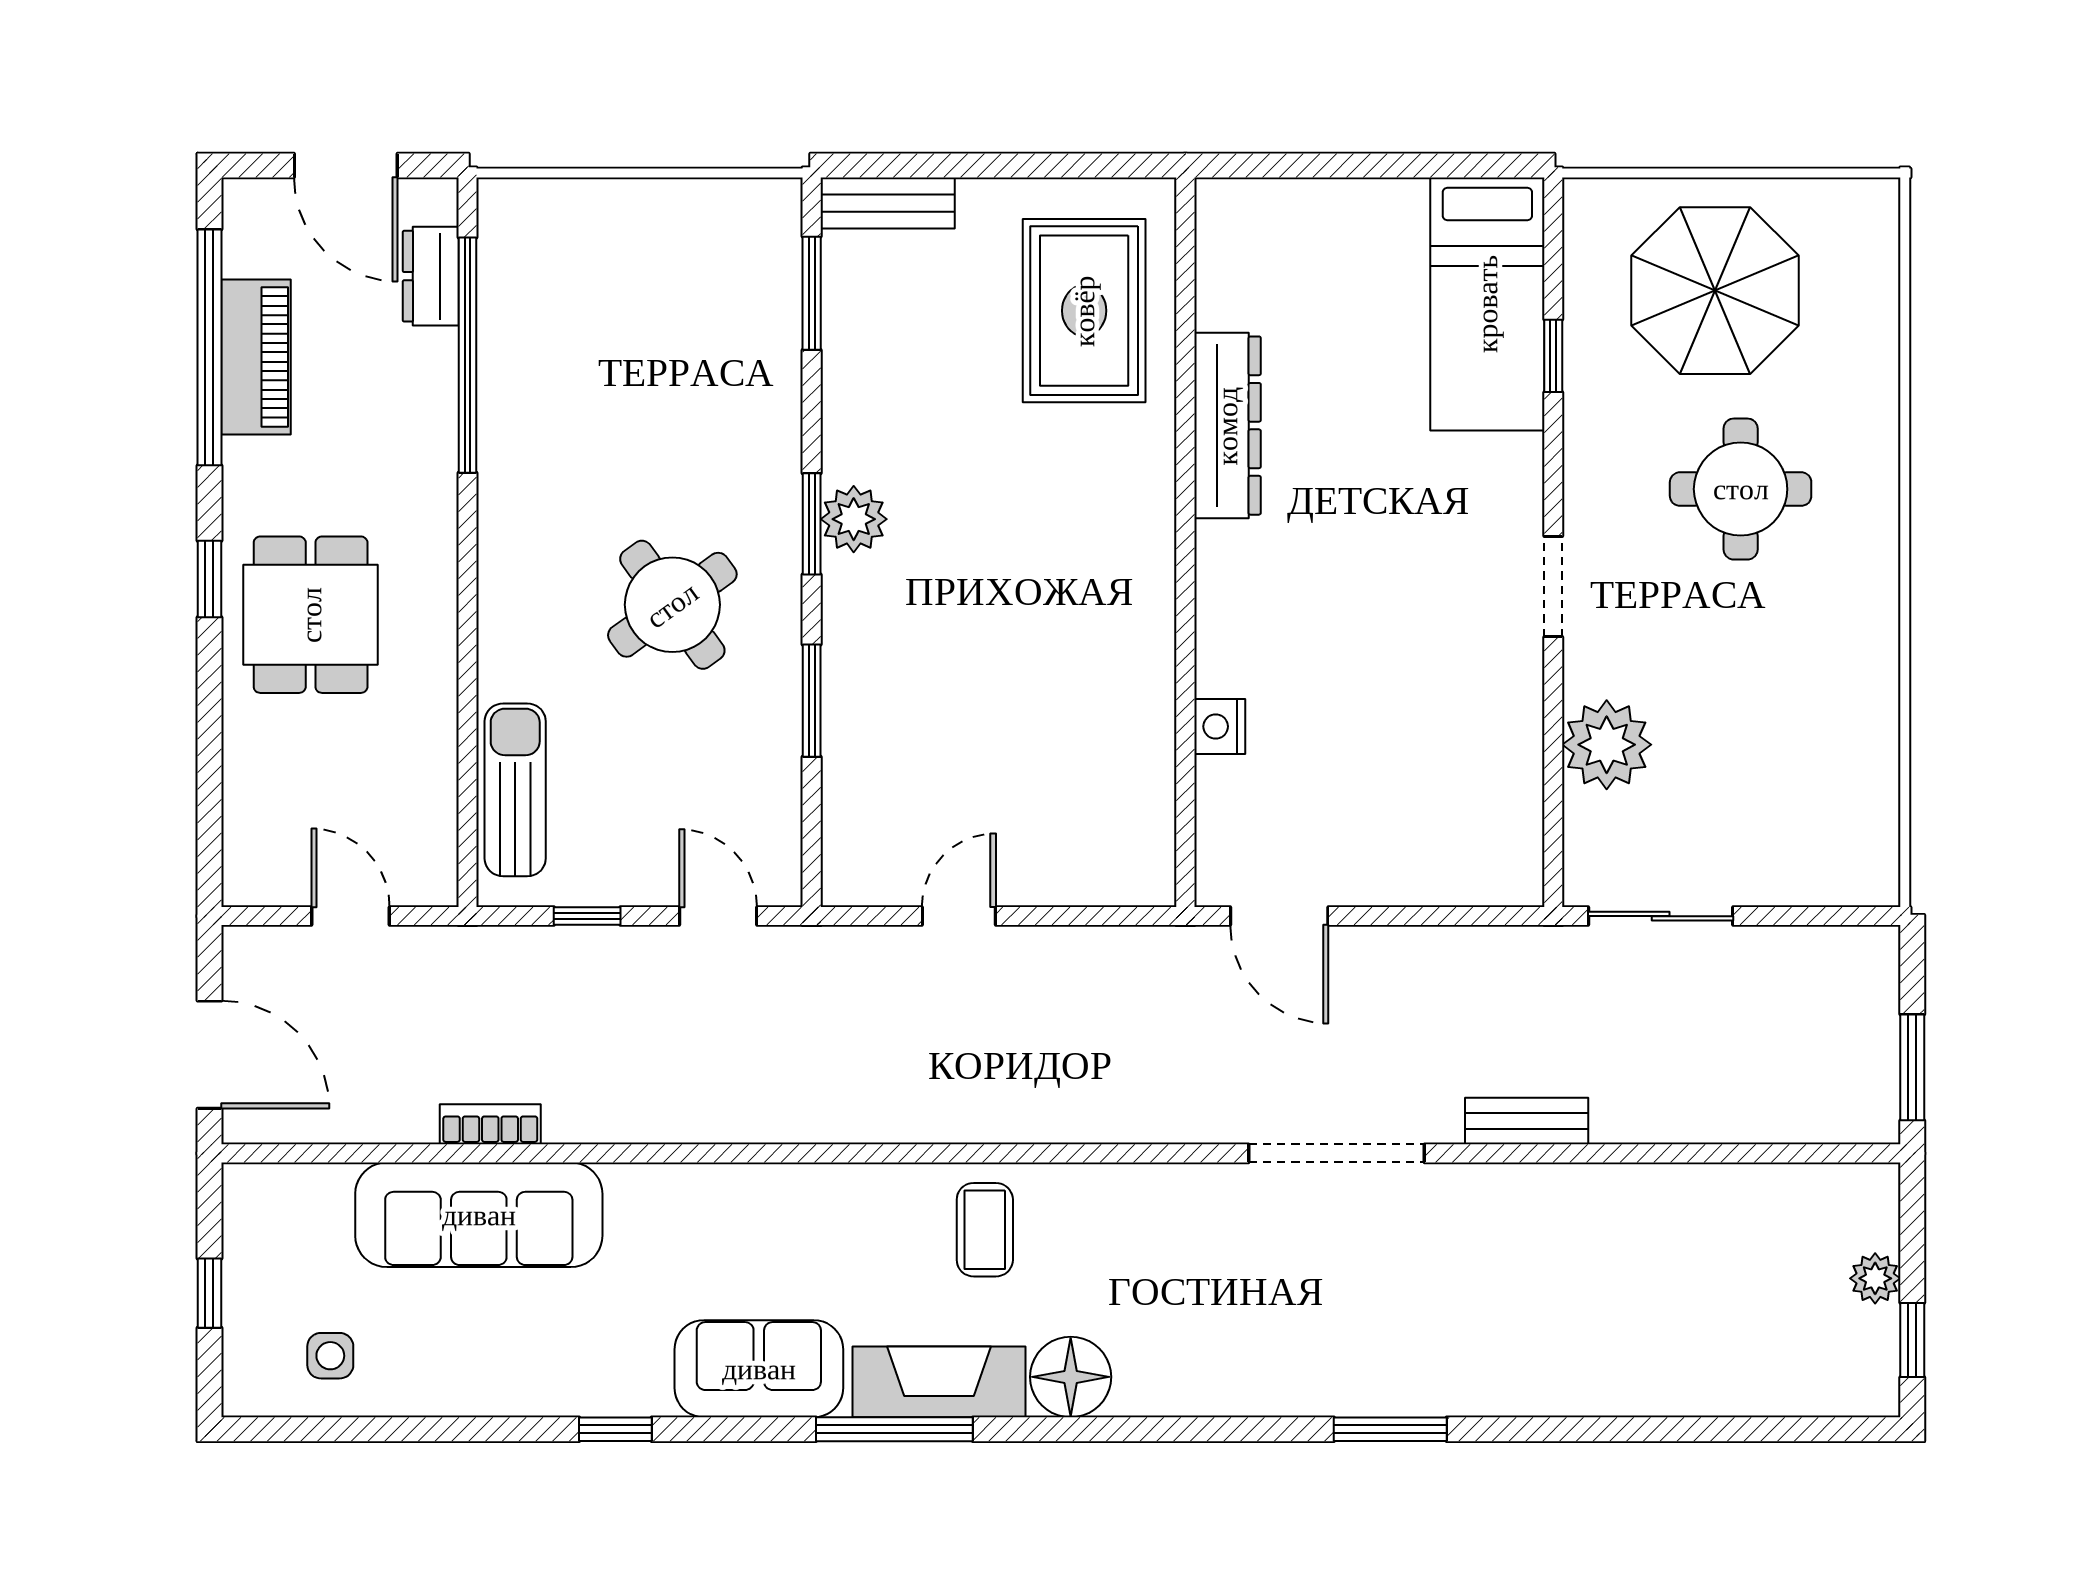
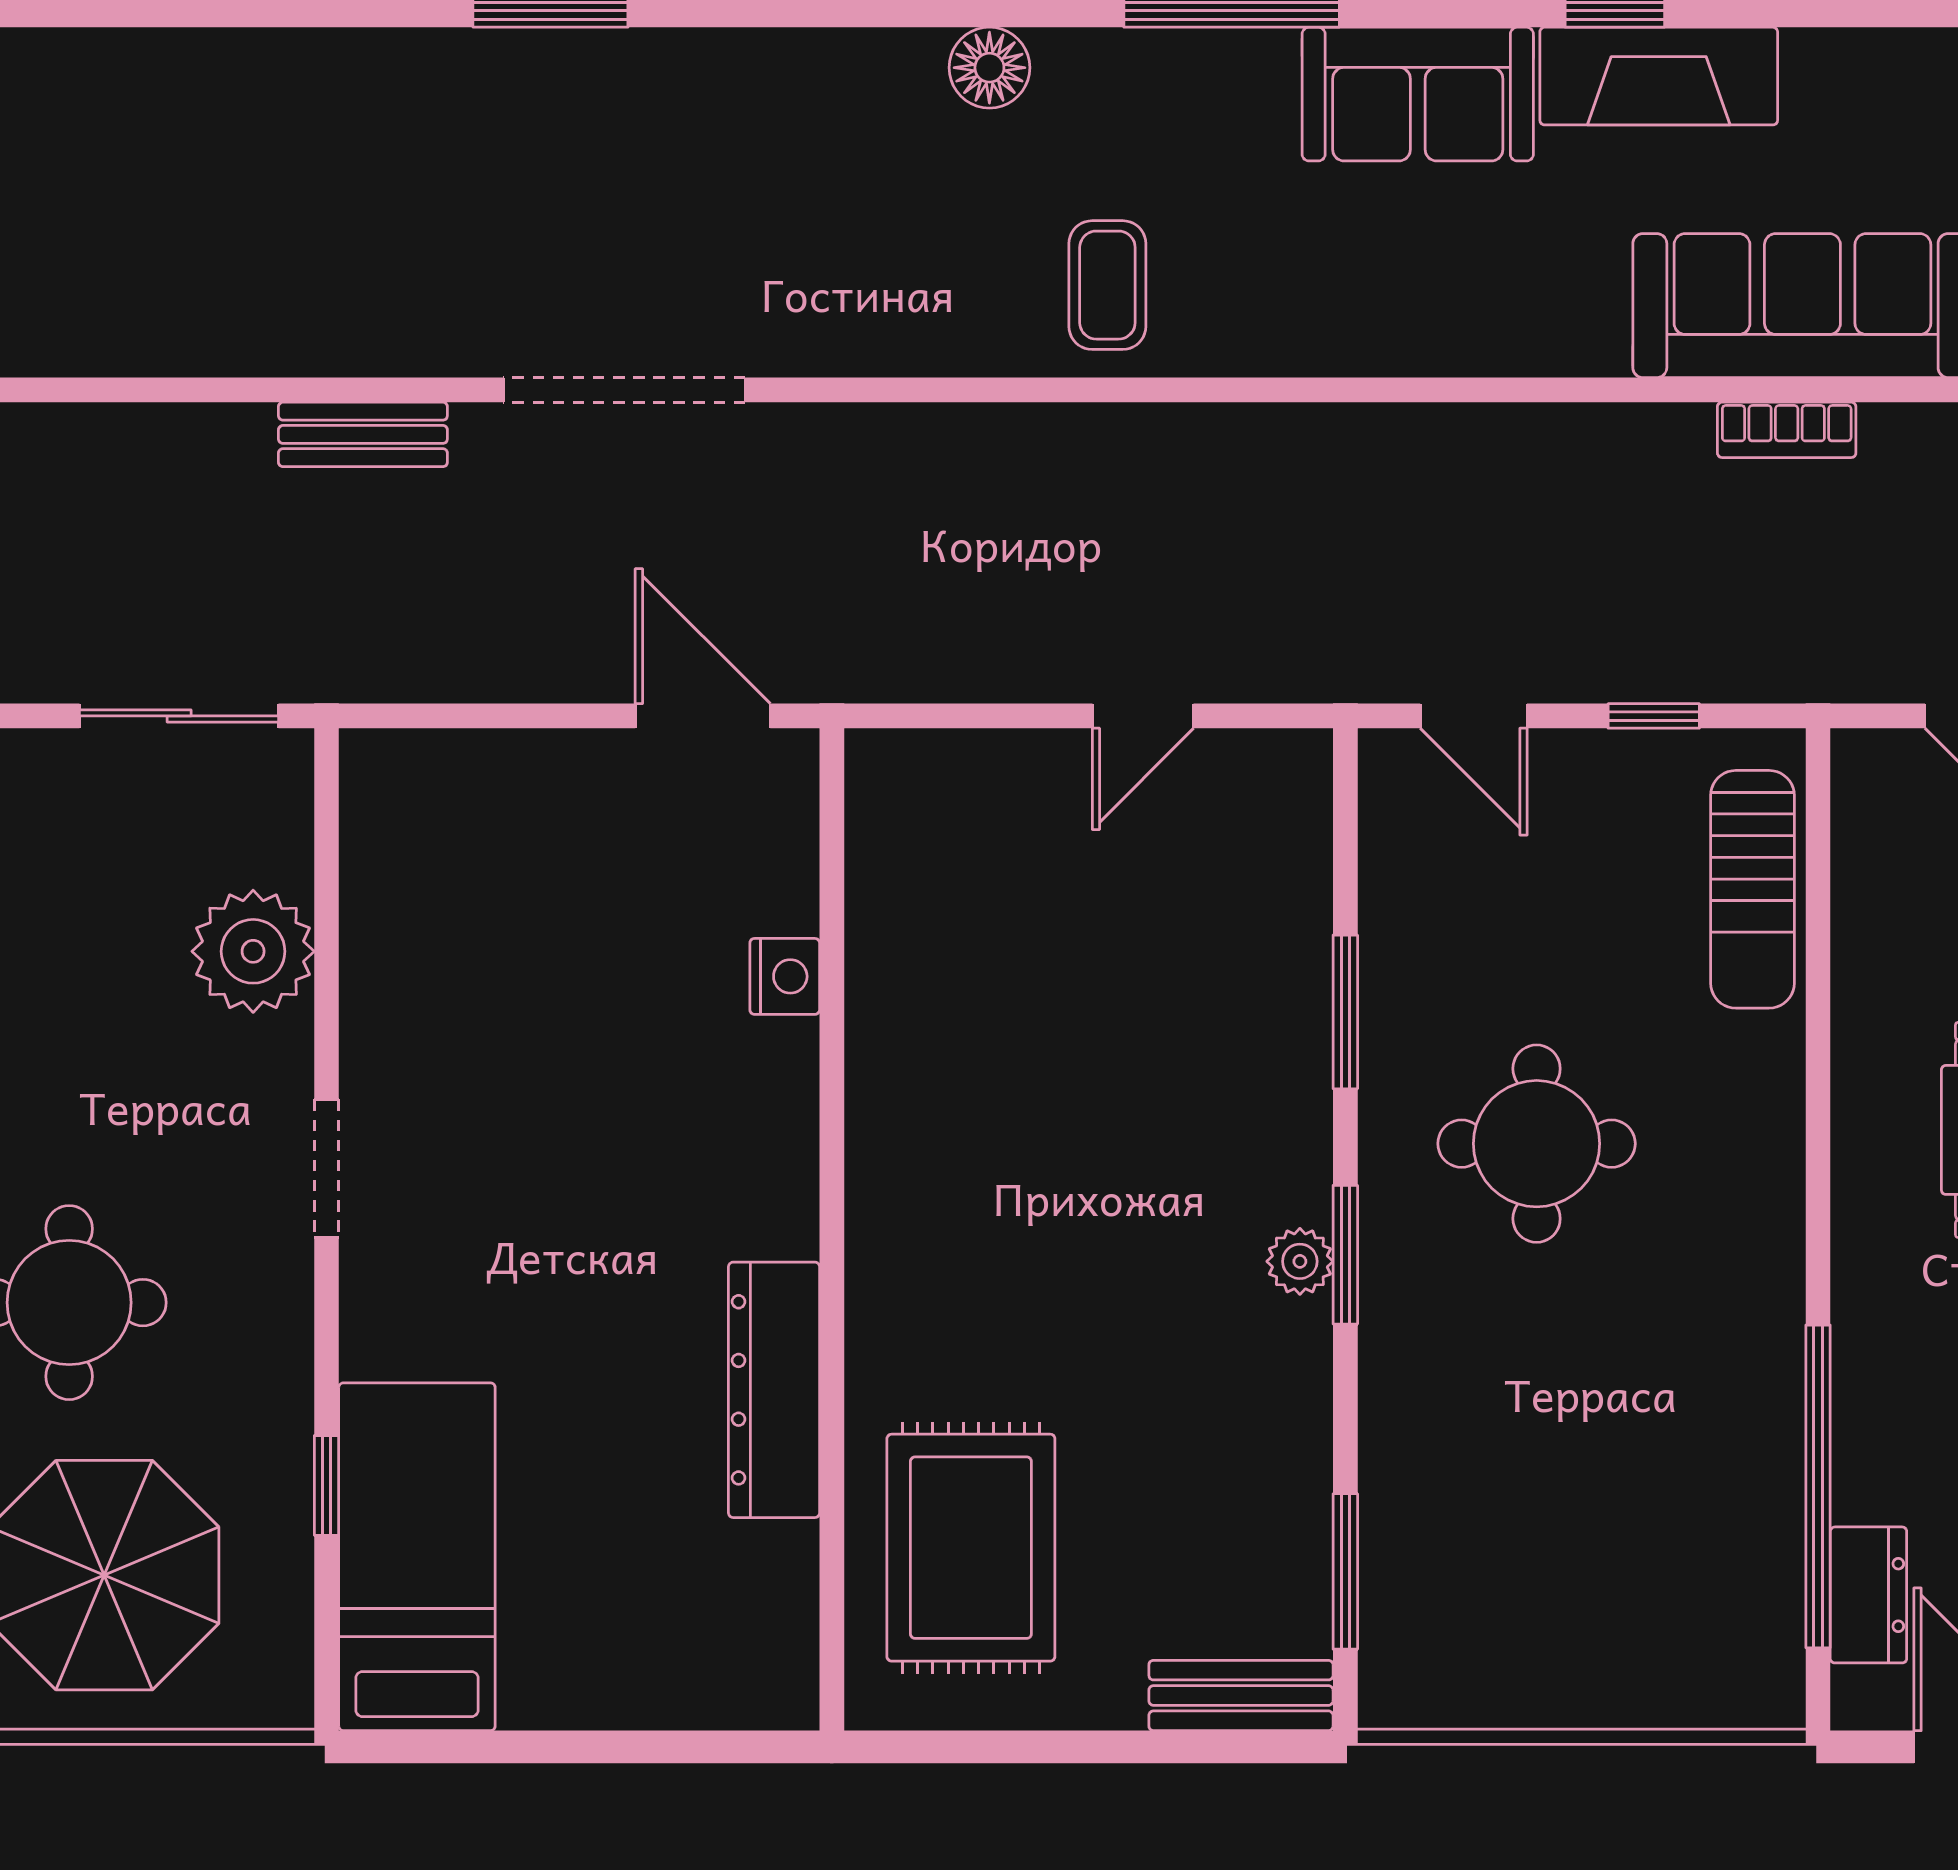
plant: (854, 519) -> (1300, 1261), width x0.73, depth x0.73
round table: (672, 605) -> (1537, 1144), turned 36
floor lamp: (1071, 1377) -> (989, 68), width x0.73, depth x0.73
fireplace: (939, 1382) -> (1659, 76), moved

